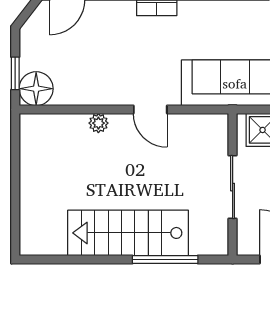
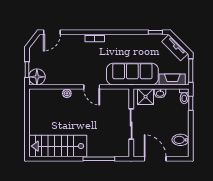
stairs: (128, 233) -> (58, 146), moved

